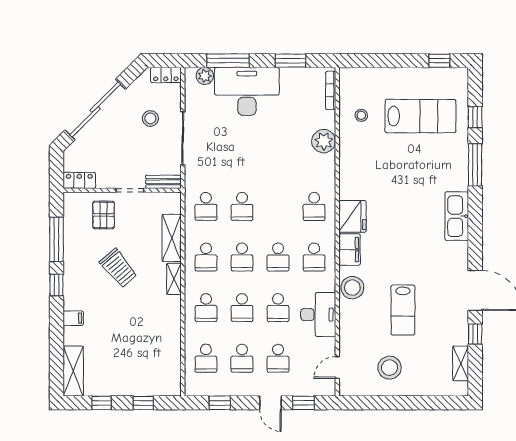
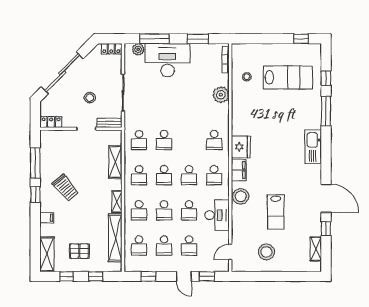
stool: (150, 118) -> (90, 98), moved
pallet: (104, 215) -> (79, 251), moved, turned 90
trolley: (118, 268) -> (65, 188), moved
shelving: (174, 279) -> (117, 202), moved
shelving: (172, 347) -> (115, 238), added

